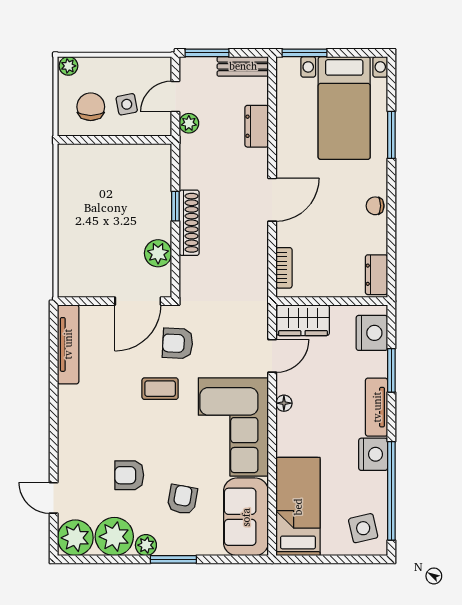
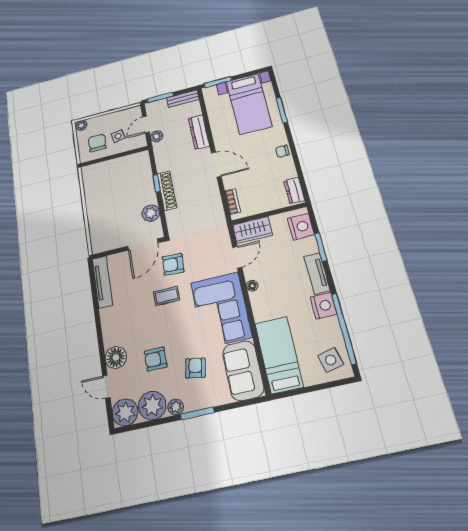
dresser: (257, 126) -> (199, 132), width x1.44
door: (272, 200) -> (216, 164), hinge flipped
floor lamp: (73, 460) -> (116, 357), added

